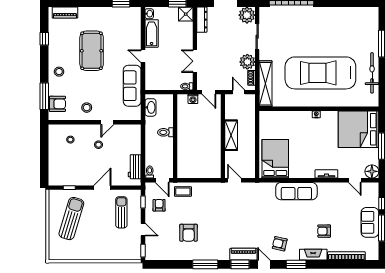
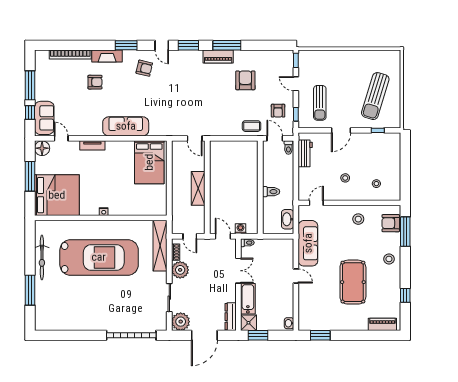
bathtub: (152, 33) -> (248, 299), moved, turned 180
door: (107, 122) -> (316, 203), moved
sofa: (370, 222) -> (44, 118), moved
piano: (243, 254) -> (218, 56), moved

